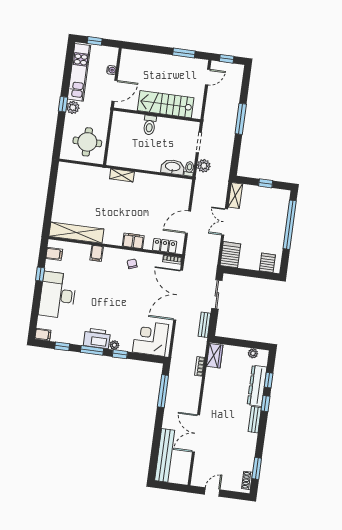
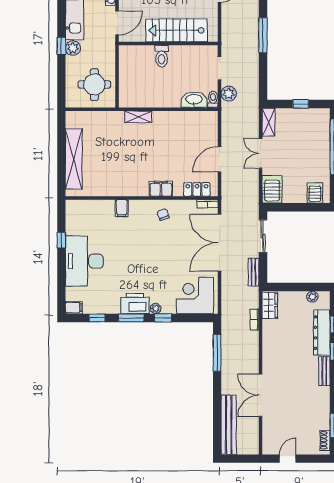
shelving: (76, 233) -> (74, 159), moved, turned 90
filing cabinet: (54, 254) -> (74, 215), removed

